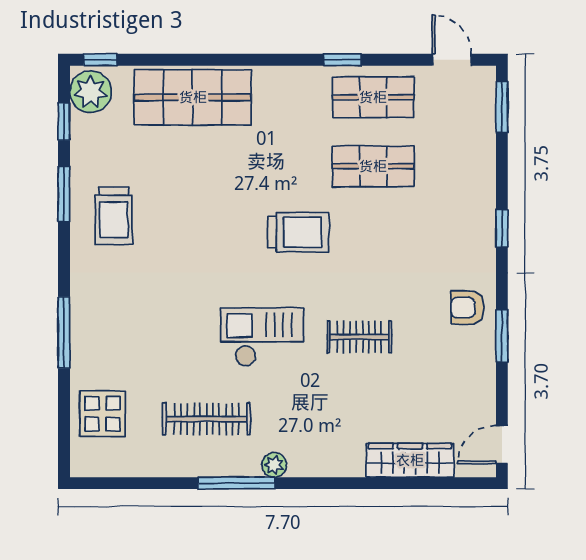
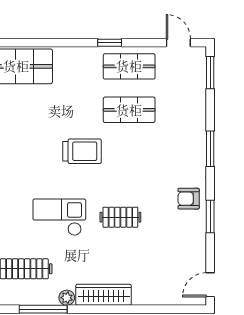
window: (502, 228) -> (210, 149), width x1.50
wardrobe: (410, 460) -> (104, 295), moved

